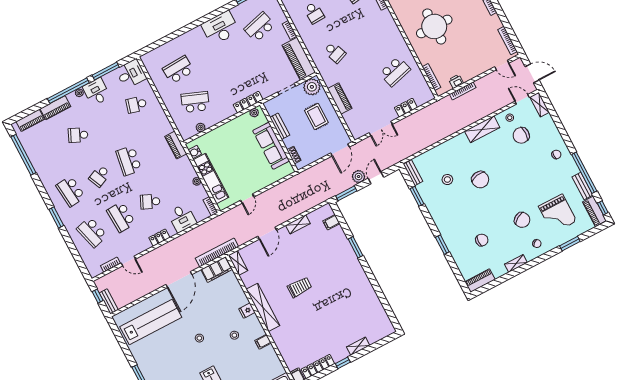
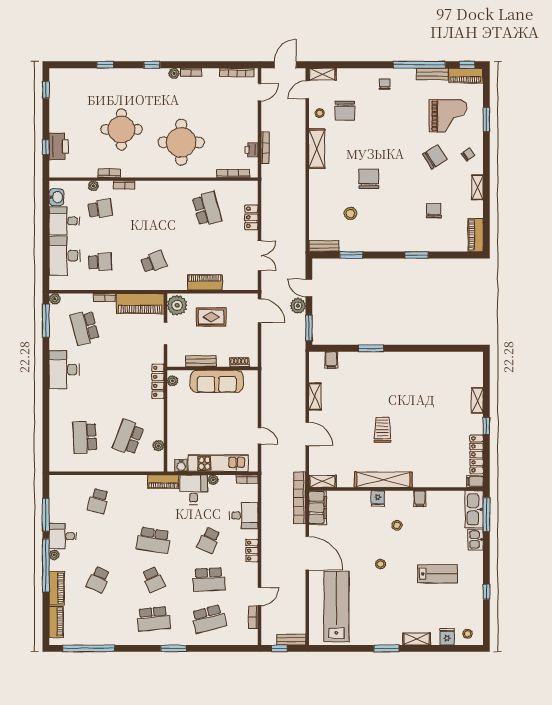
desk: (131, 74) -> (193, 490), moved
chair: (480, 180) -> (369, 179), turned -80

